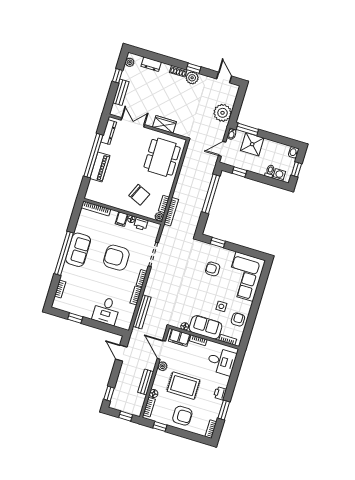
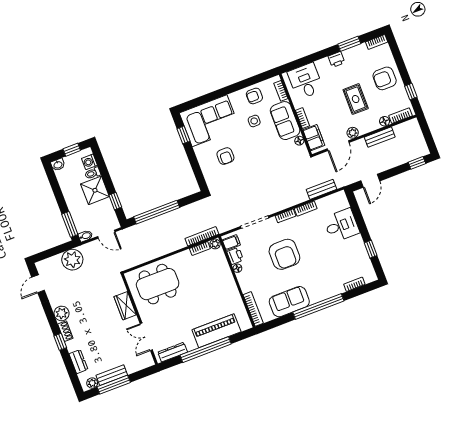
window: (194, 68) -> (60, 342), moved
window: (117, 76) -> (114, 385), width x2.17
bench: (121, 92) -> (112, 375), moved
shower: (252, 144) -> (95, 190), moved
piano: (100, 167) -> (216, 331), width x1.37, depth x1.33
chair: (139, 195) -> (209, 278), removed
filing cabinet: (122, 219) -> (231, 242), moved
window: (218, 242) -> (183, 135), moved
sofa: (78, 250) -> (289, 302), moved
bench: (142, 312) -> (321, 189), width x0.73
rug: (183, 386) -> (356, 99), width x0.73, depth x0.70
window: (126, 416) -> (426, 131), removed
armchair: (182, 416) -> (385, 78), turned -90

